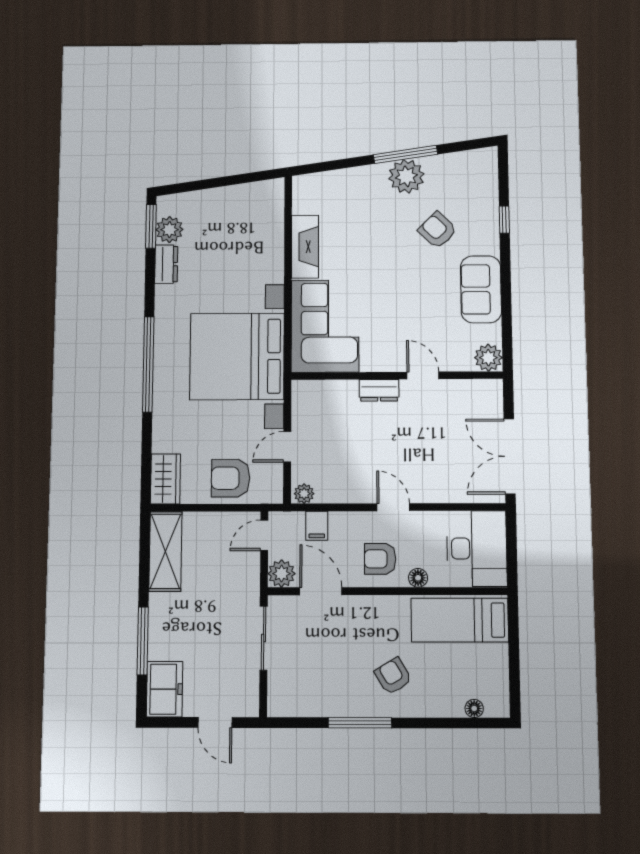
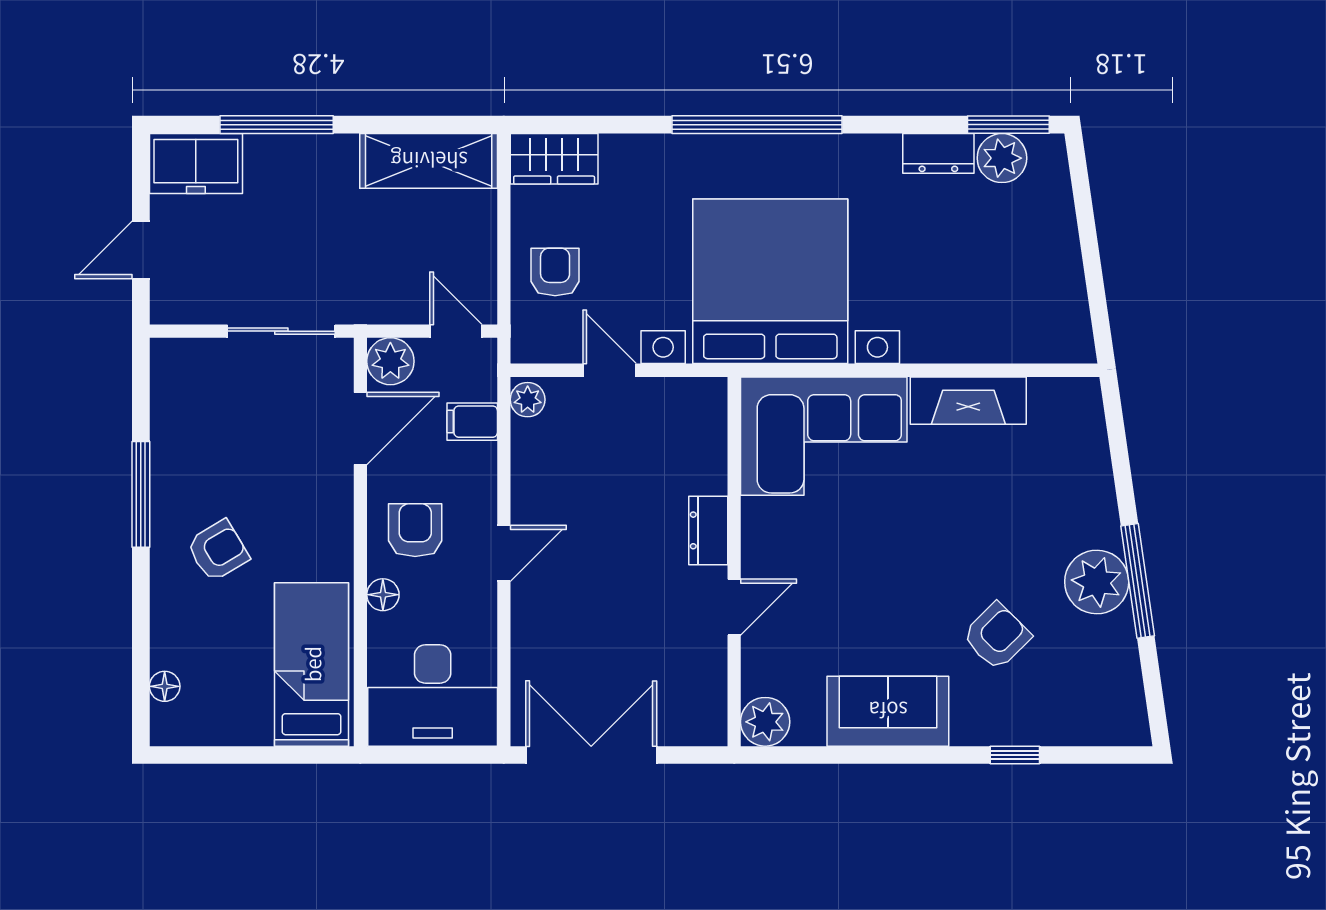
armchair: (231, 478) -> (555, 272), width x0.72, depth x0.72

